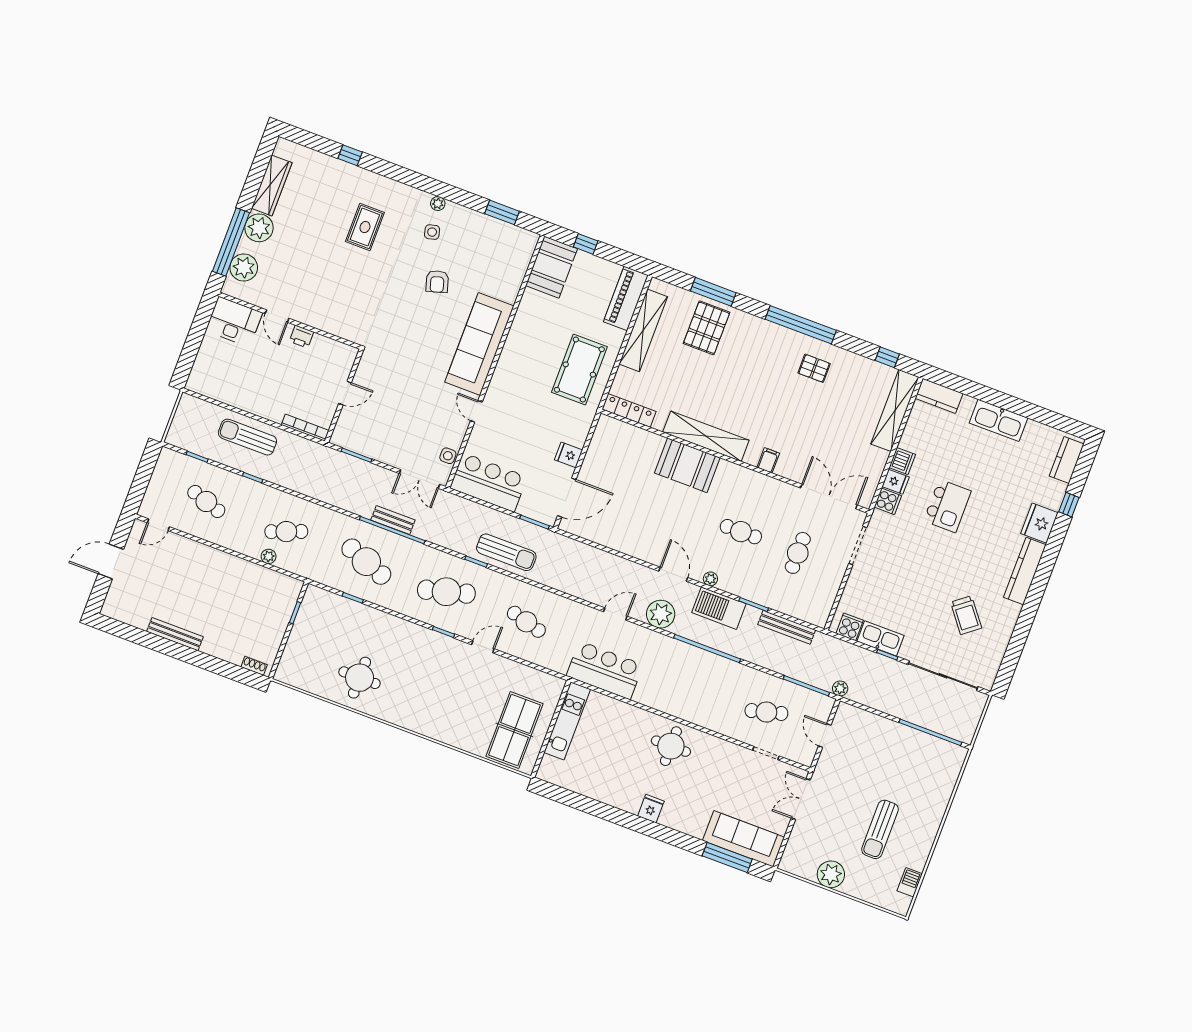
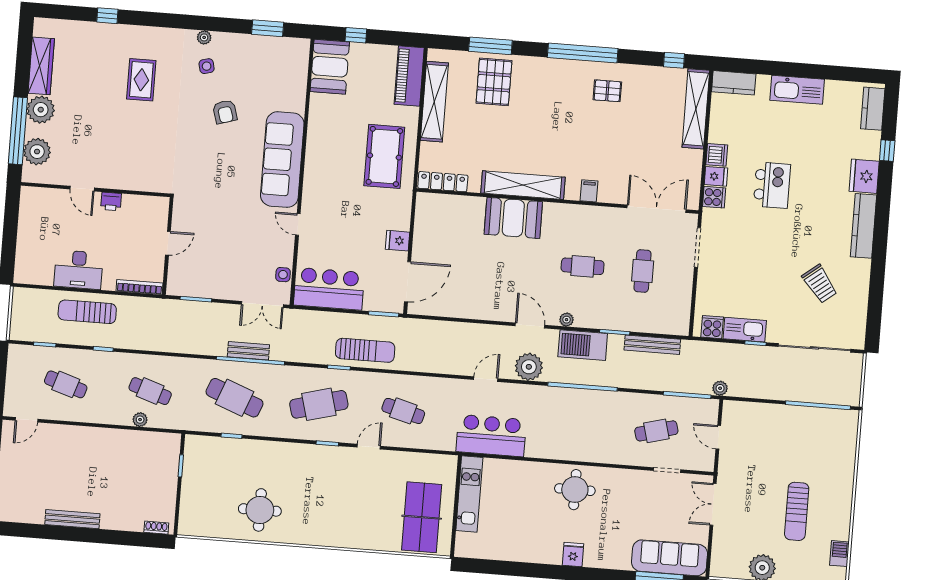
desk: (234, 322) -> (79, 270), moved, turned 180
cafe table: (286, 532) -> (150, 391), turned 39

